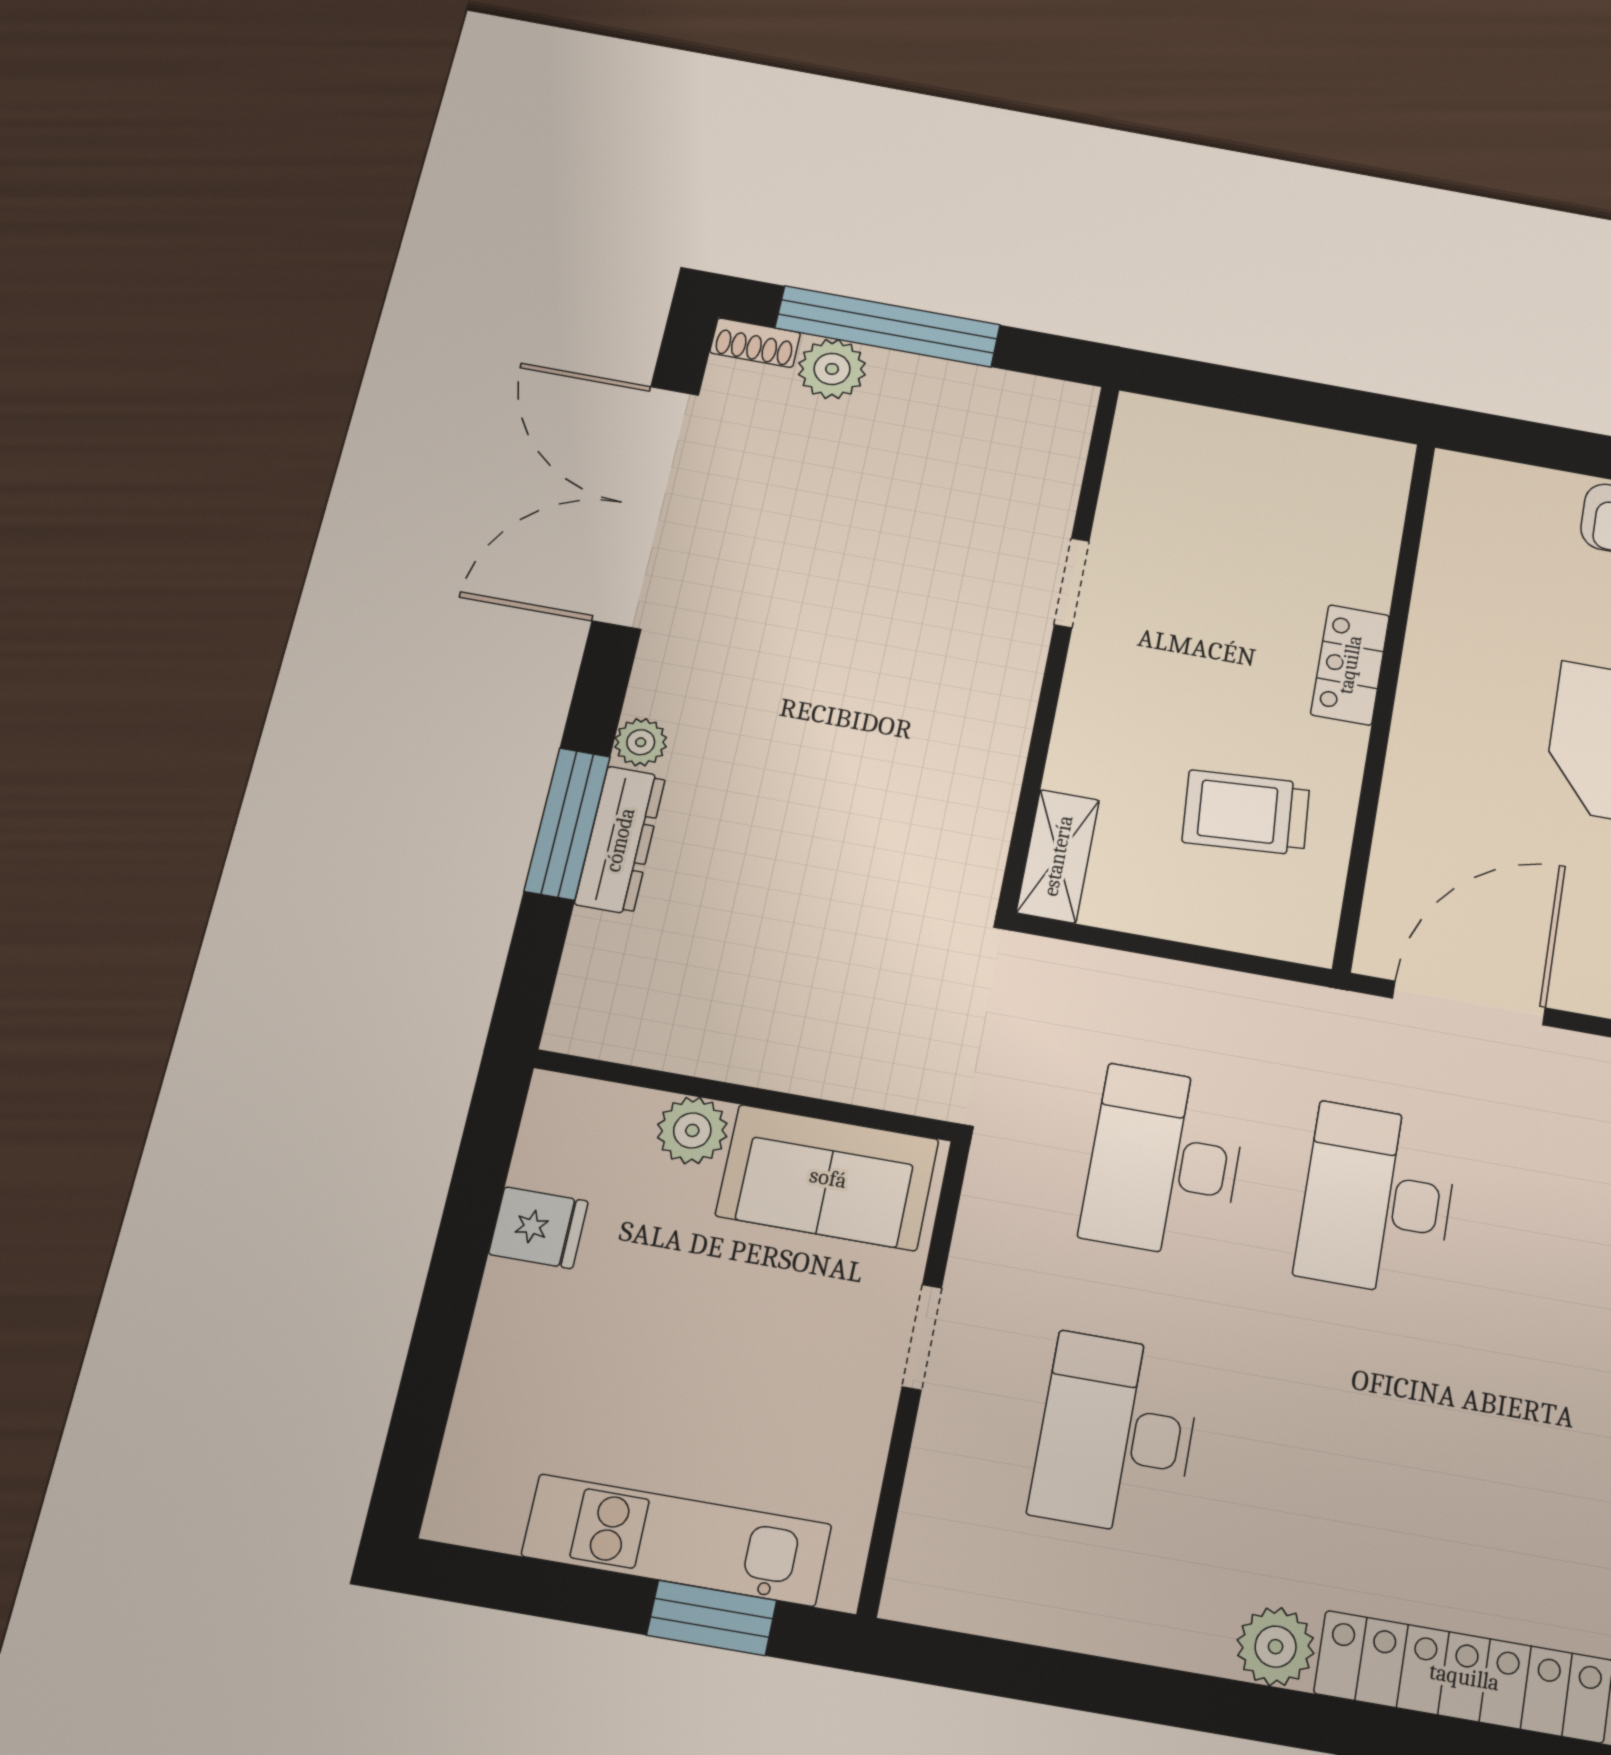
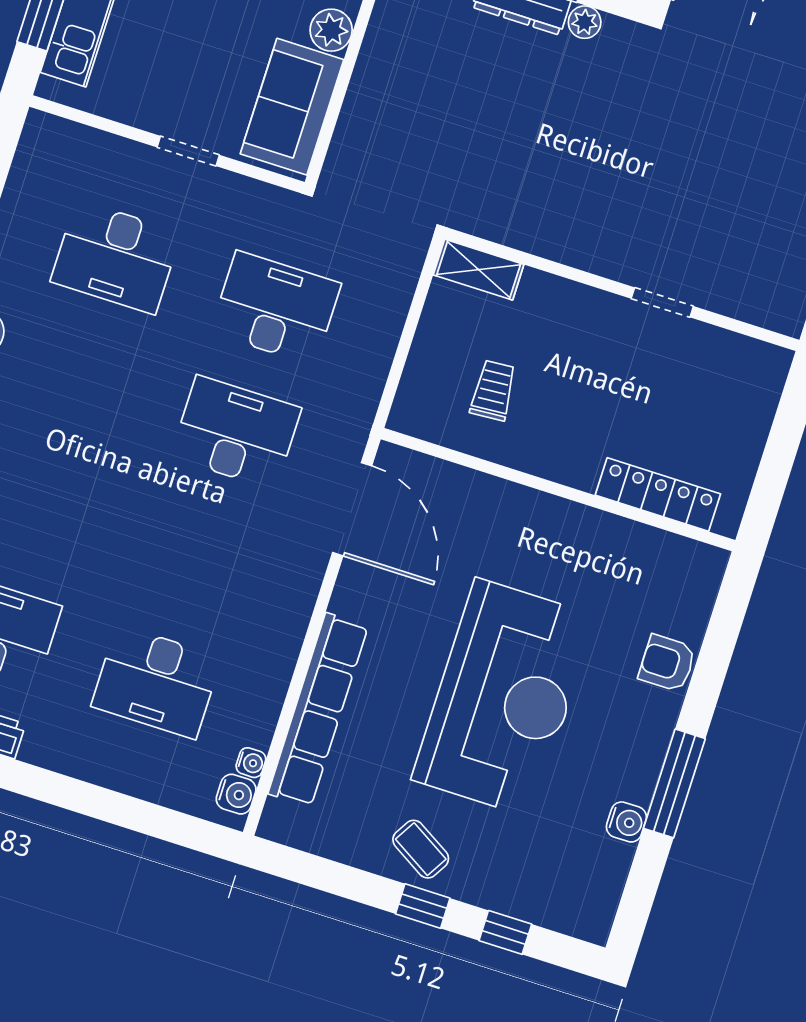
locker: (1350, 665) -> (658, 495), moved, width x1.53
trolley: (1246, 813) -> (493, 390), width x0.73, depth x0.72
desk: (1116, 1434) -> (116, 257), turned 180

